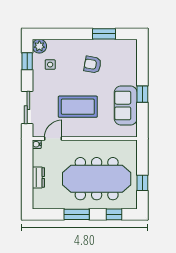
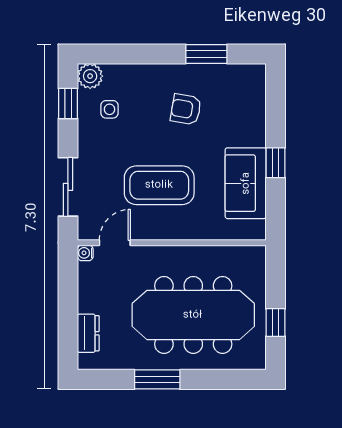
dresser: (38, 177) -> (88, 333), moved
window: (114, 214) -> (224, 379), removed

